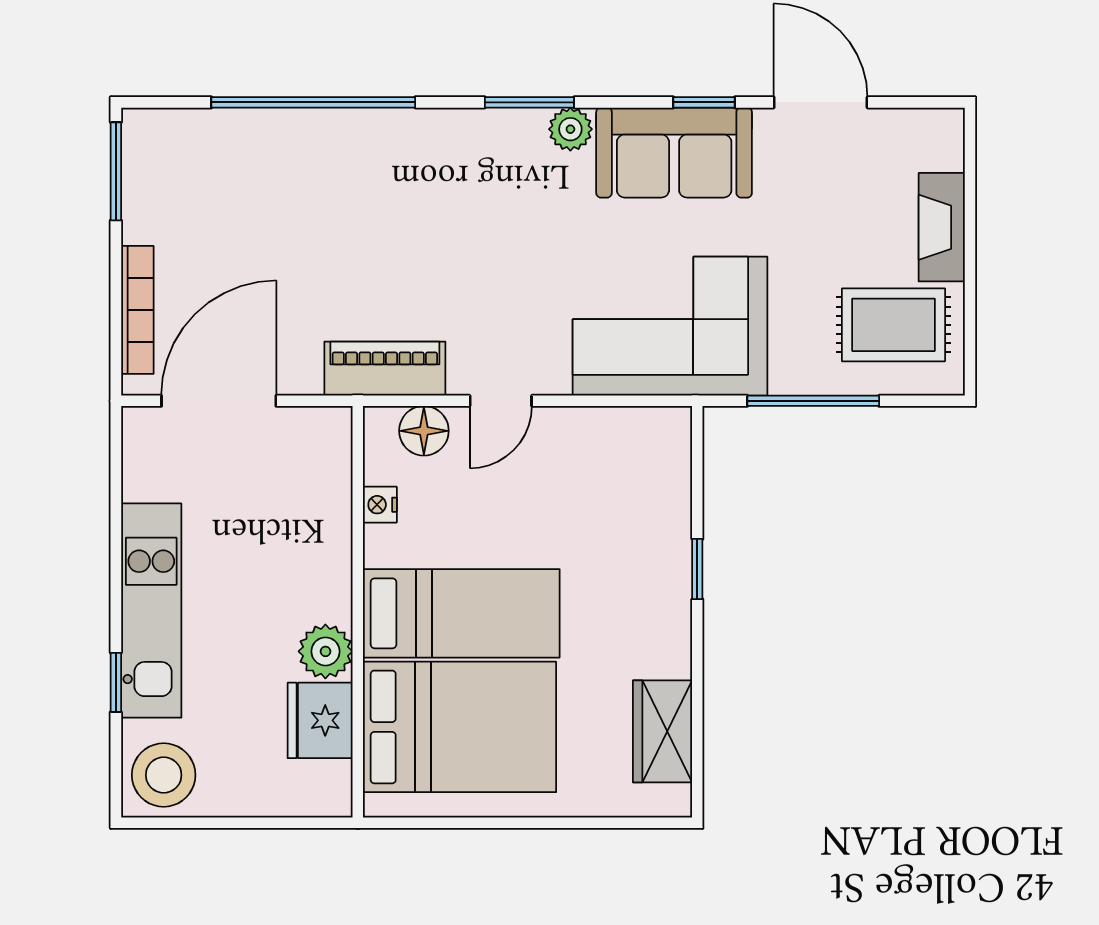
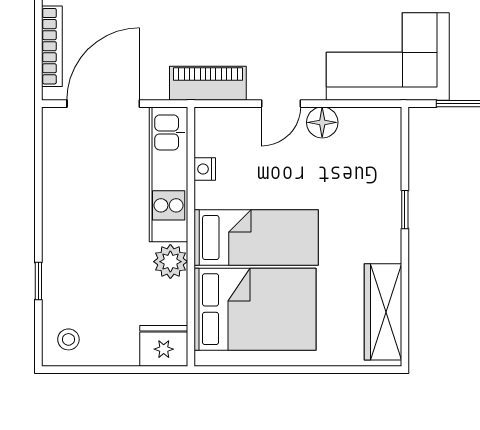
floor lamp: (424, 431) -> (322, 122), moved
kitchen unit: (151, 611) -> (169, 174), moved, turned 180
fridge: (320, 720) -> (164, 346), moved, turned 90
wardrobe: (663, 731) -> (383, 312), width x1.50
stool: (164, 775) -> (68, 339), width x0.53, depth x0.53

